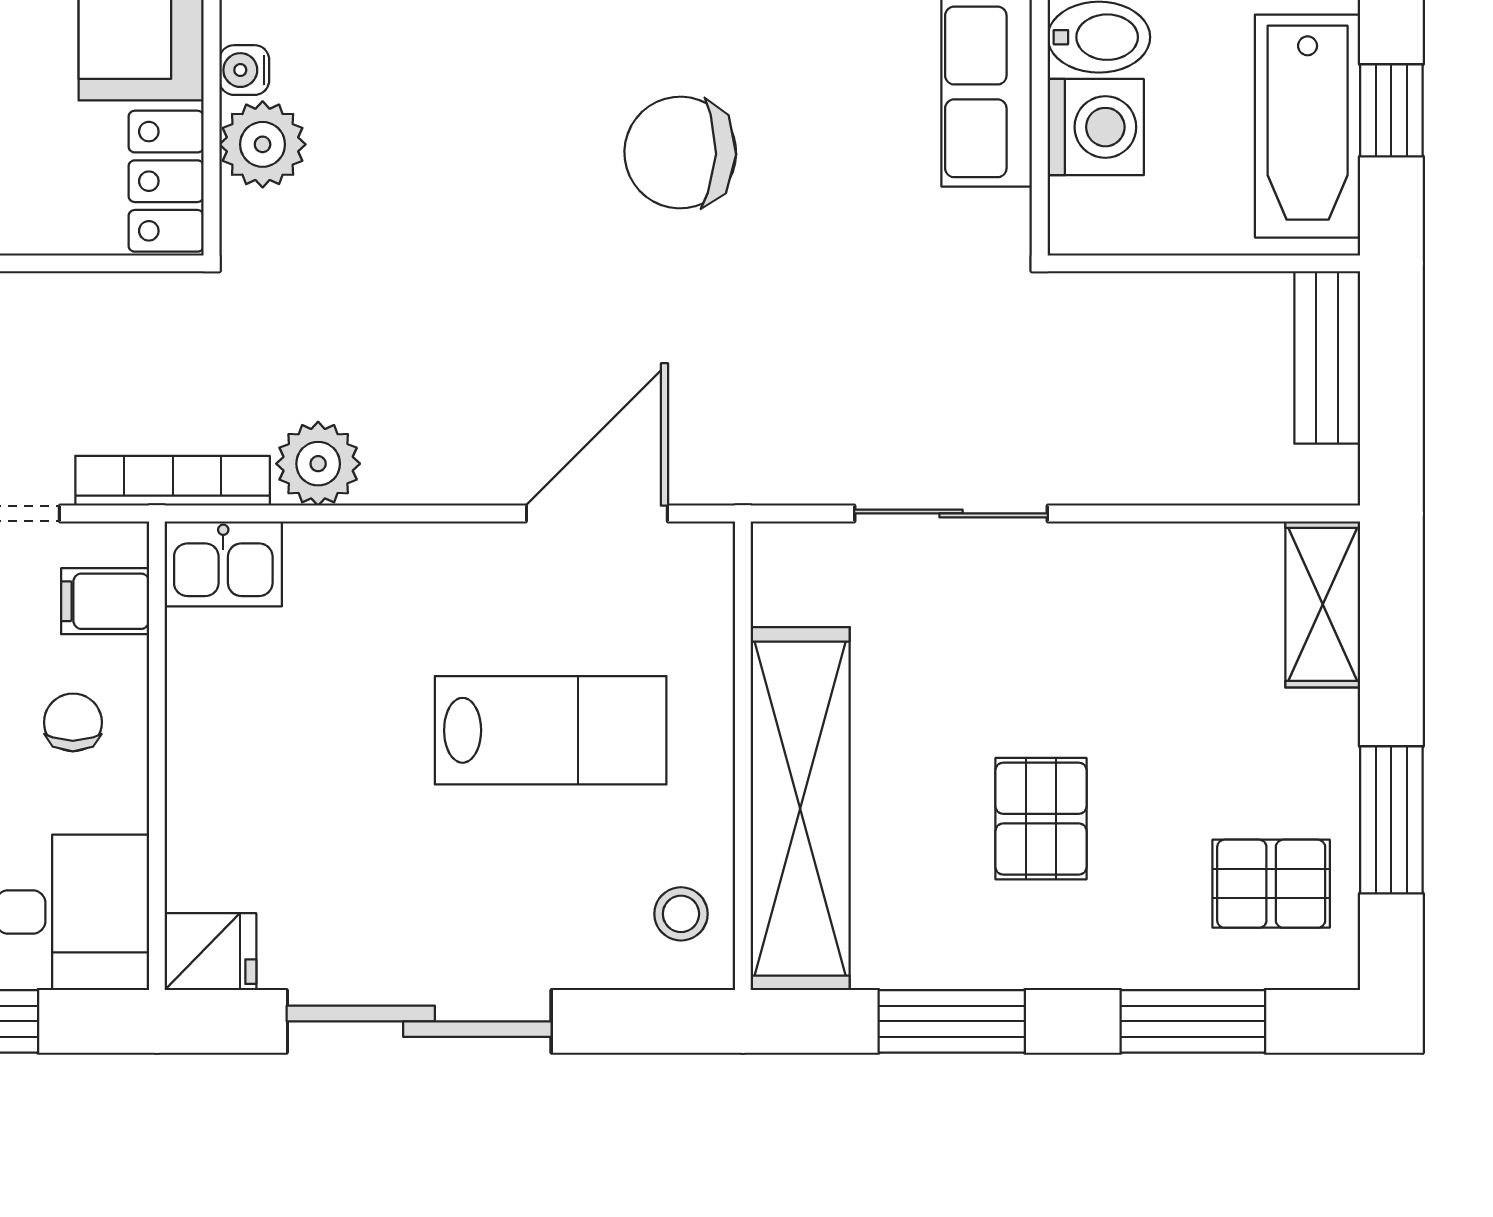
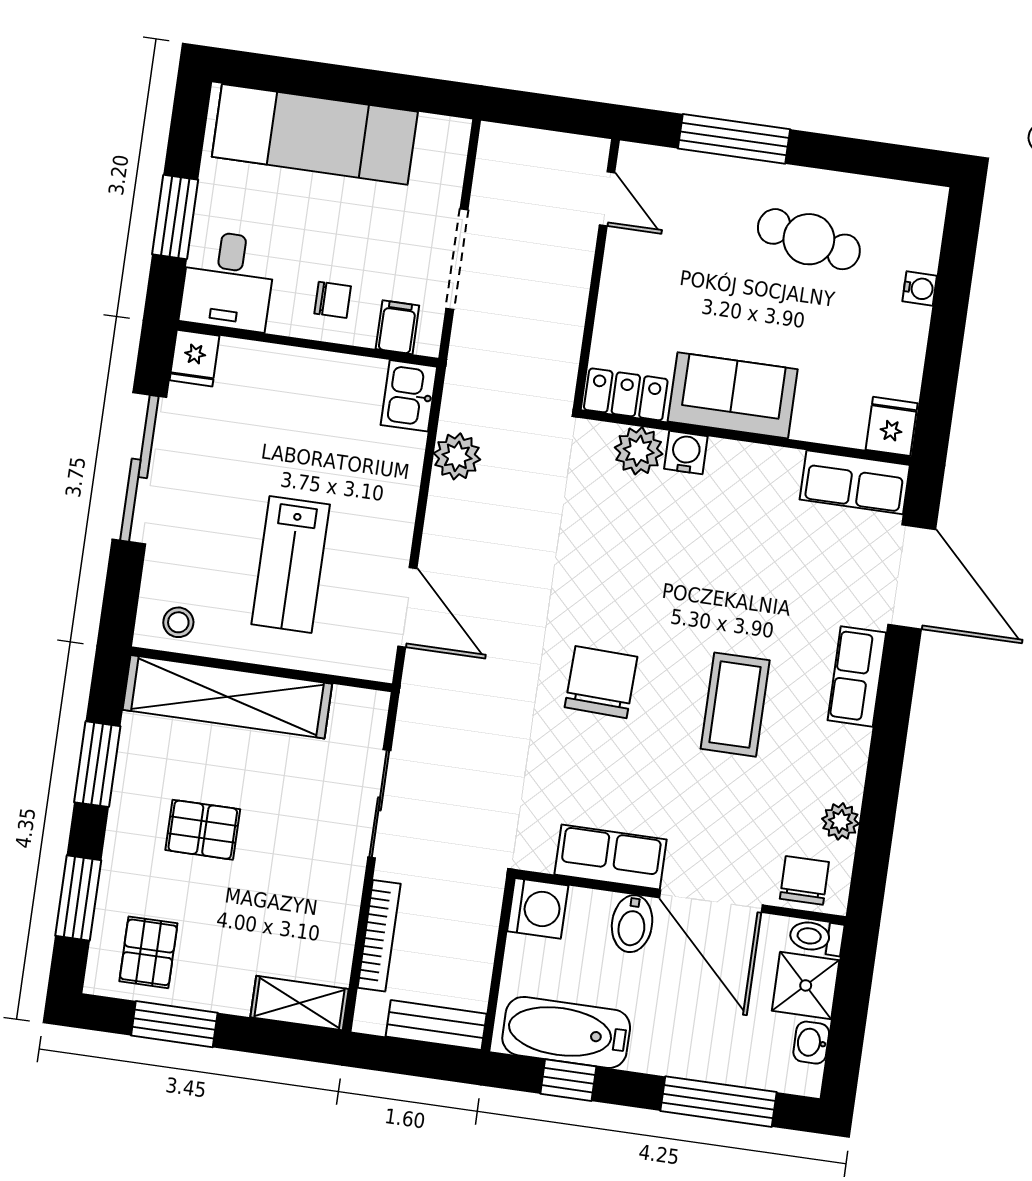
water cooler: (244, 70) -> (686, 453), width x1.38, depth x1.38
washing machine: (1096, 127) -> (538, 908), moved, turned -90
bookcase: (173, 481) -> (379, 936), moved

